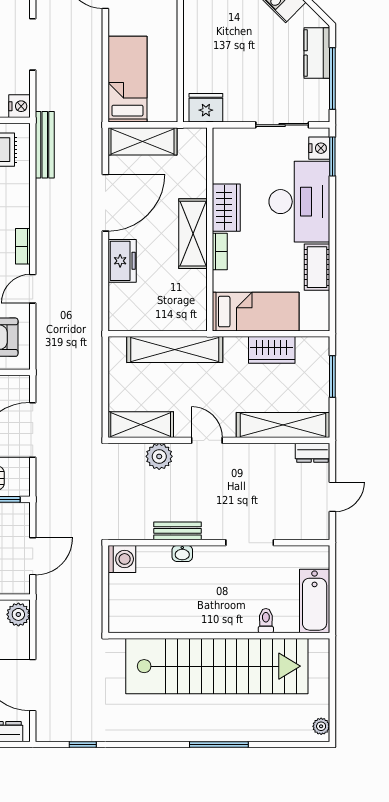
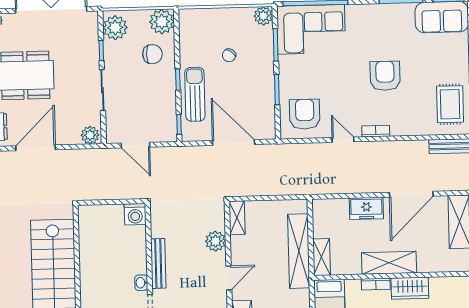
door: (105, 203) -> (411, 194), hinge flipped
shelving: (183, 320) -> (322, 257), added
shelving: (141, 425) -> (237, 218), width x0.67, depth x0.75
bench: (177, 531) -> (158, 263), width x1.36
washbasin: (182, 553) -> (141, 283), moved

